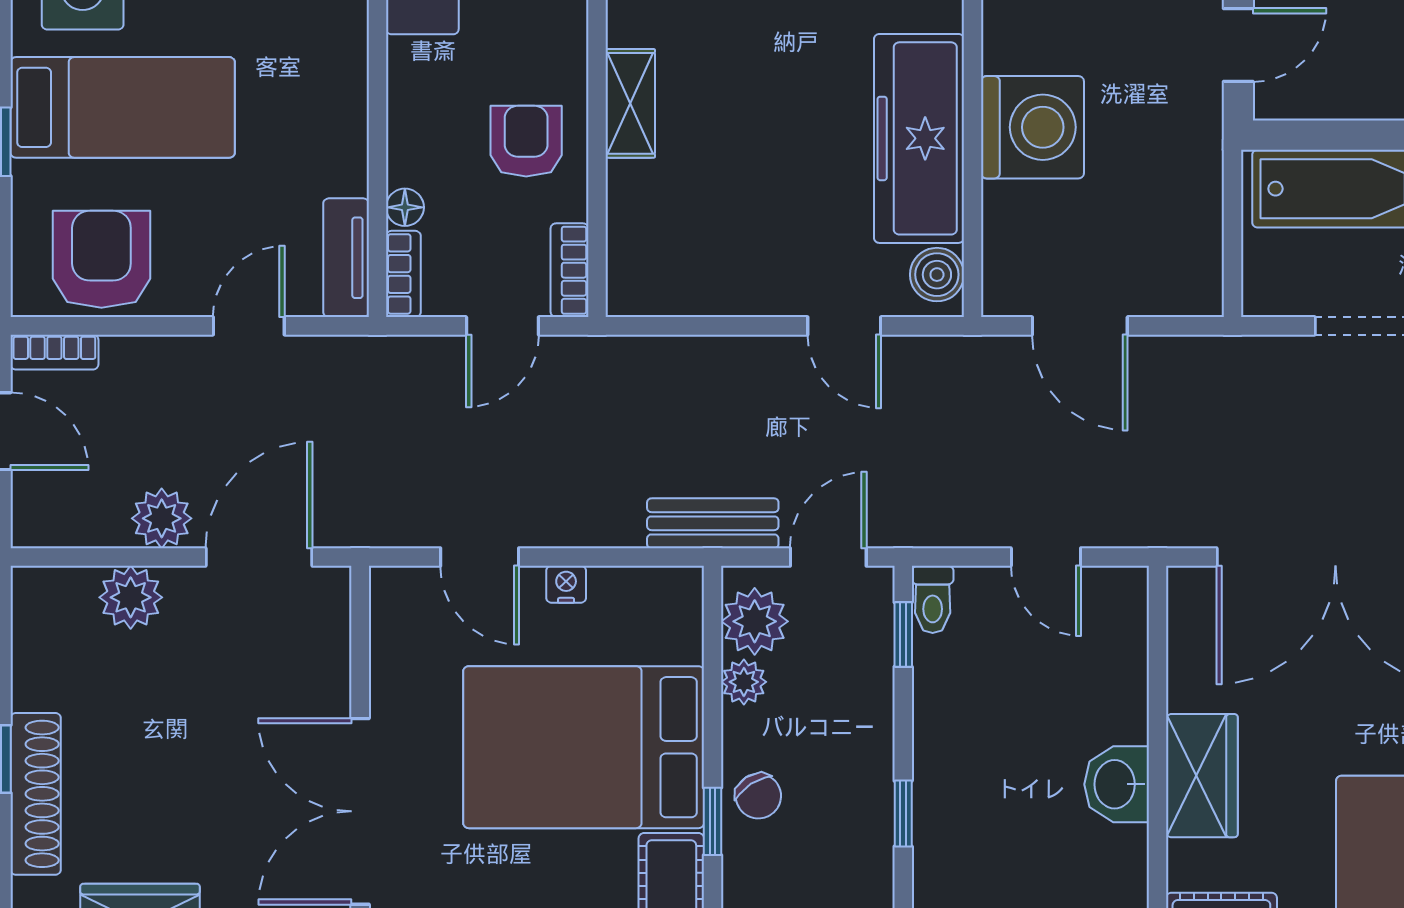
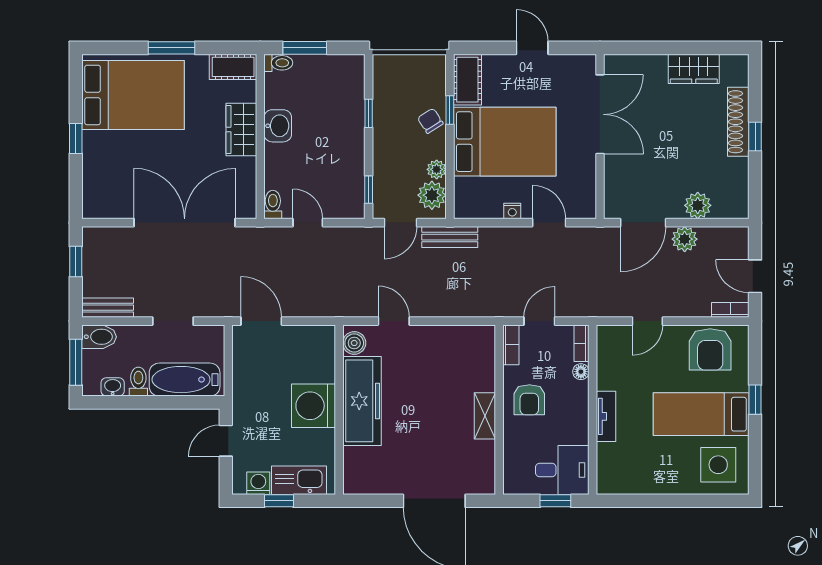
tv unit: (346, 258) -> (606, 416), moved
door: (1080, 326) -> (261, 321), moved
toilet: (933, 599) -> (273, 205), moved

